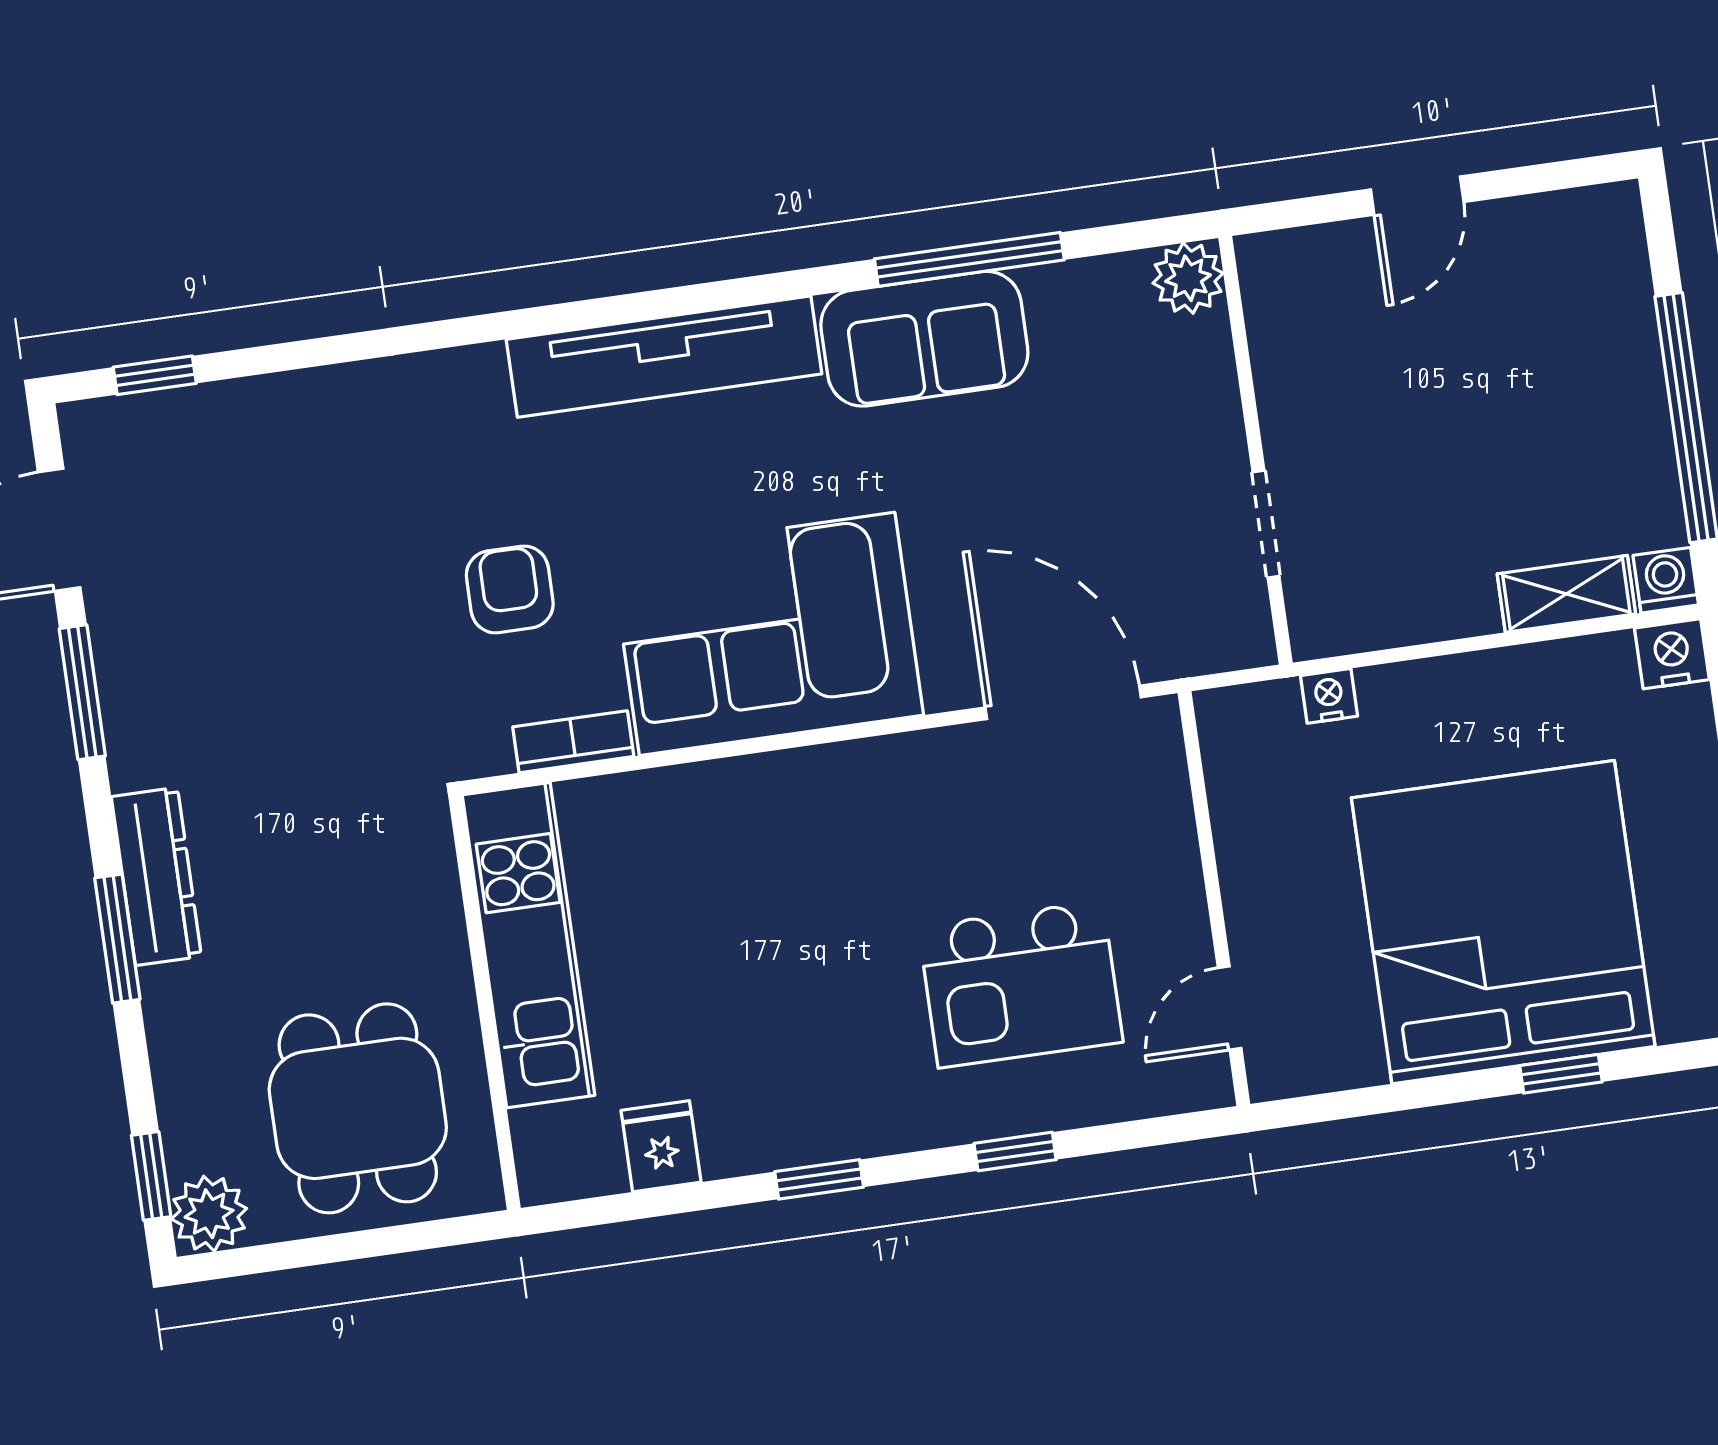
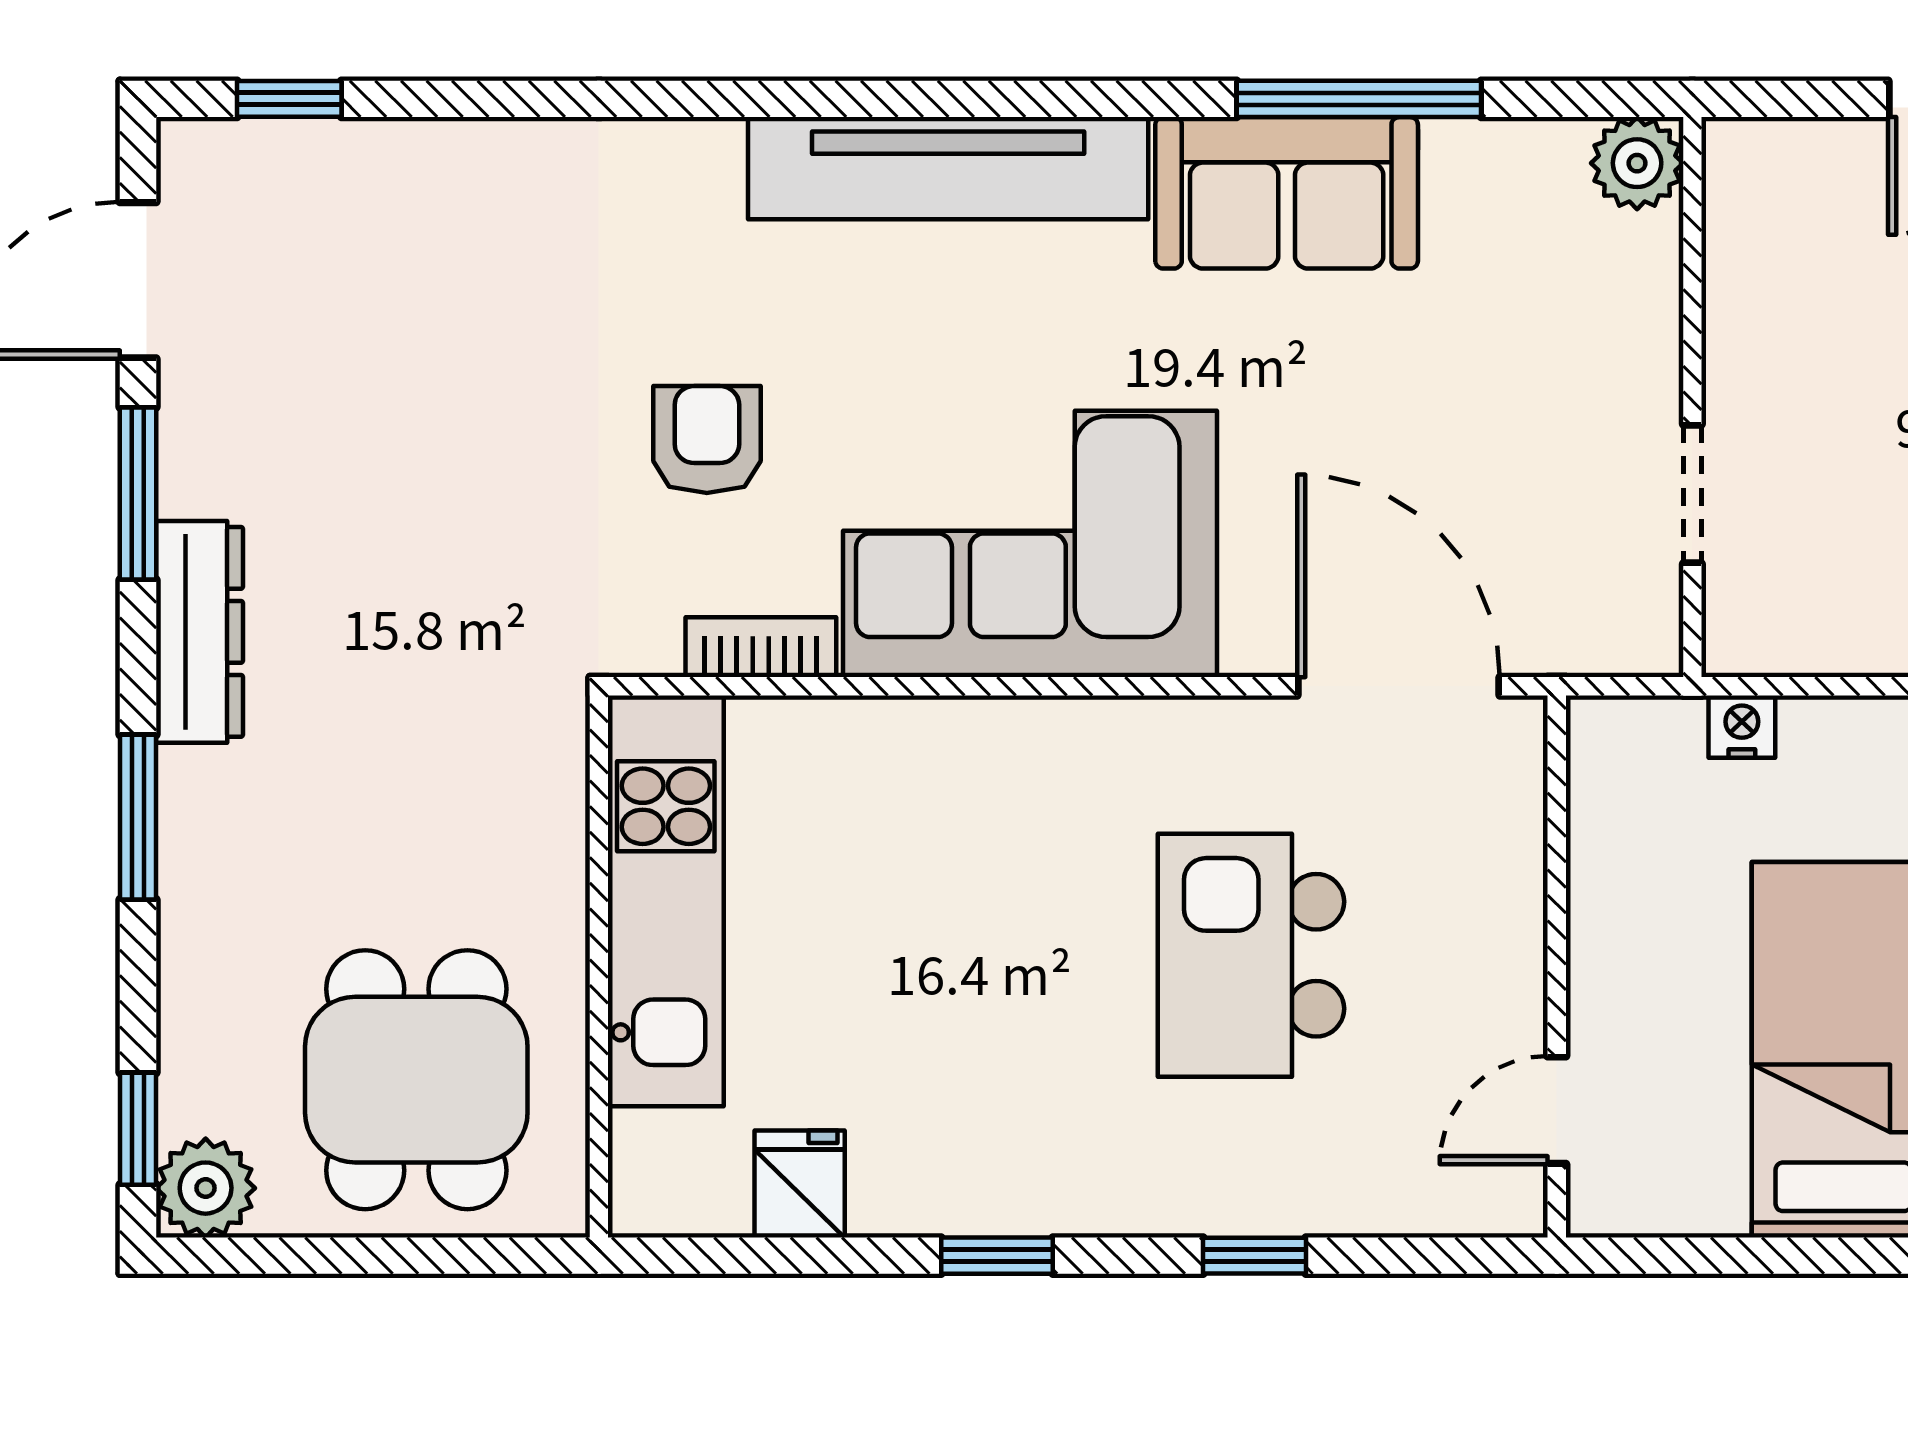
dresser: (156, 877) -> (199, 632), moved
kitchen island: (1021, 984) -> (1251, 955), moved, turned 90

